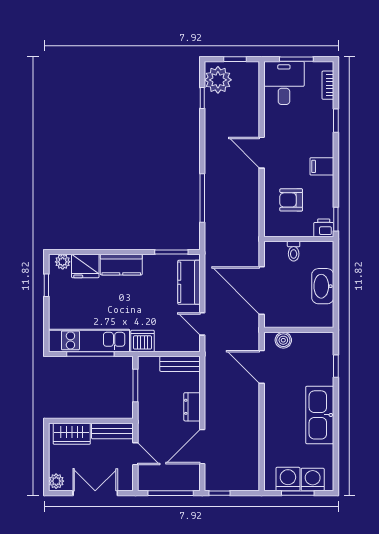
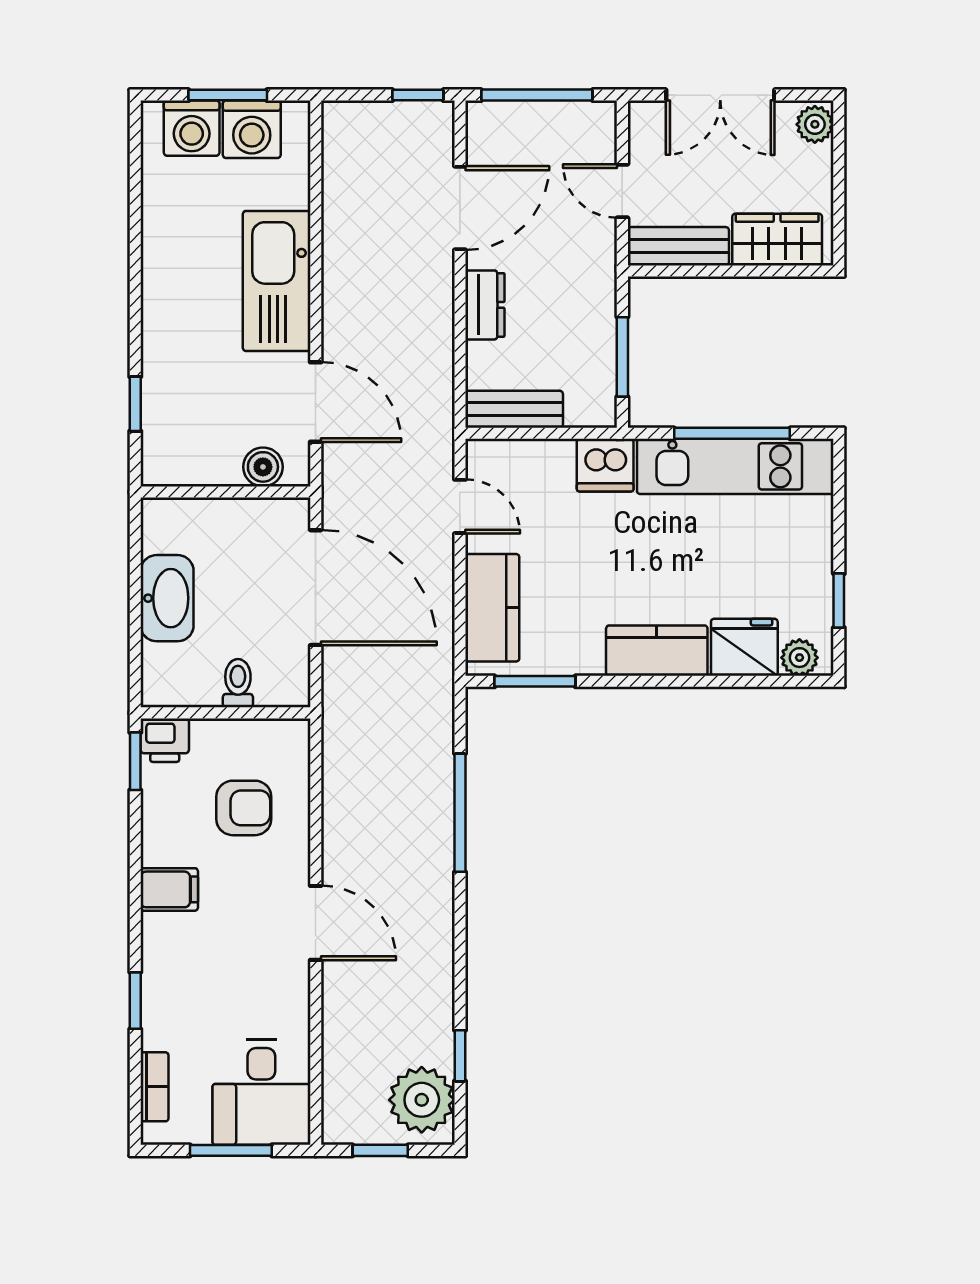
kitchen sink: (320, 415) -> (277, 281), moved, turned 180

